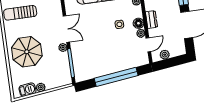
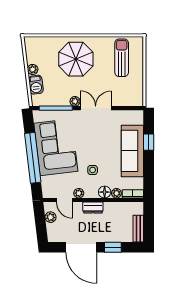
floor lamp: (138, 23) -> (105, 192), moved
double door: (66, 29) -> (96, 108), swing flipped
corner sofa: (104, 58) -> (56, 147), added
barbecue: (27, 90) -> (36, 85), moved

